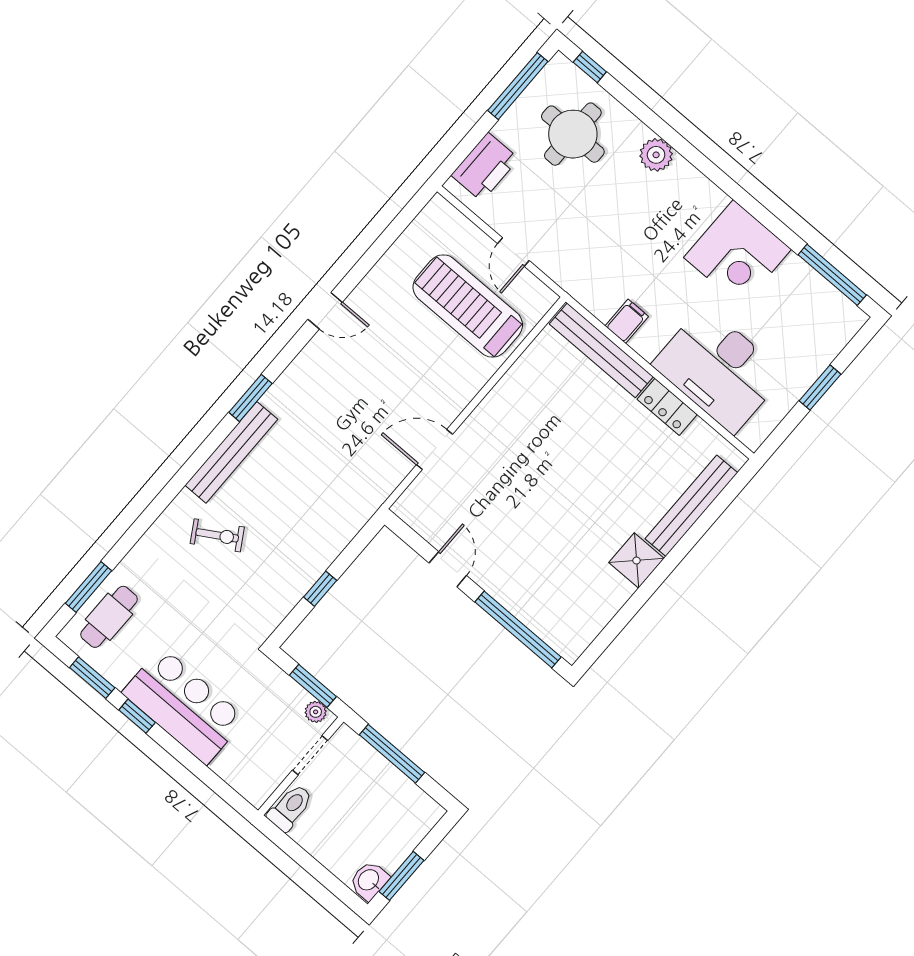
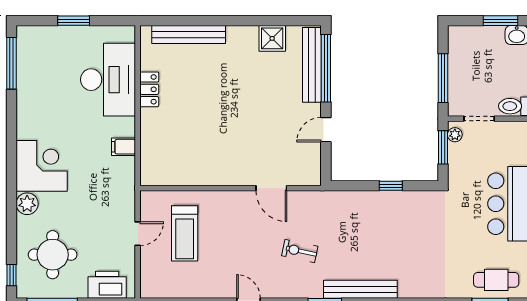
corner desk: (737, 253) -> (42, 166), moved
treadmill: (468, 306) -> (185, 233), width x0.73, depth x0.73
bench: (601, 350) -> (312, 65), moved
exercise bike: (217, 535) -> (300, 251), moved, turned -47
shower: (637, 561) -> (272, 38), moved

